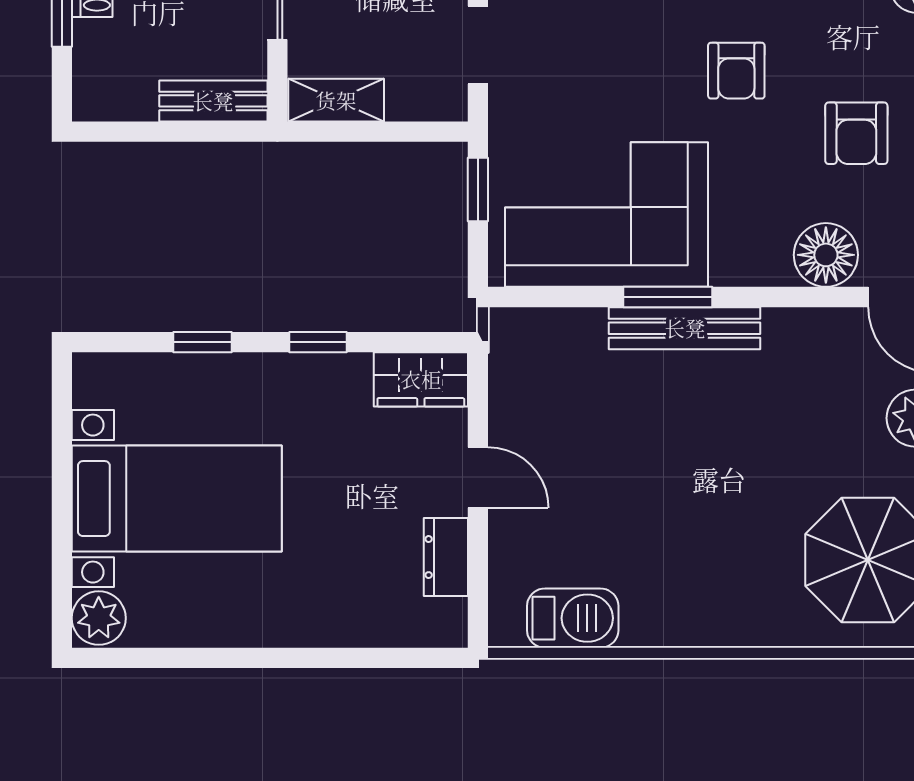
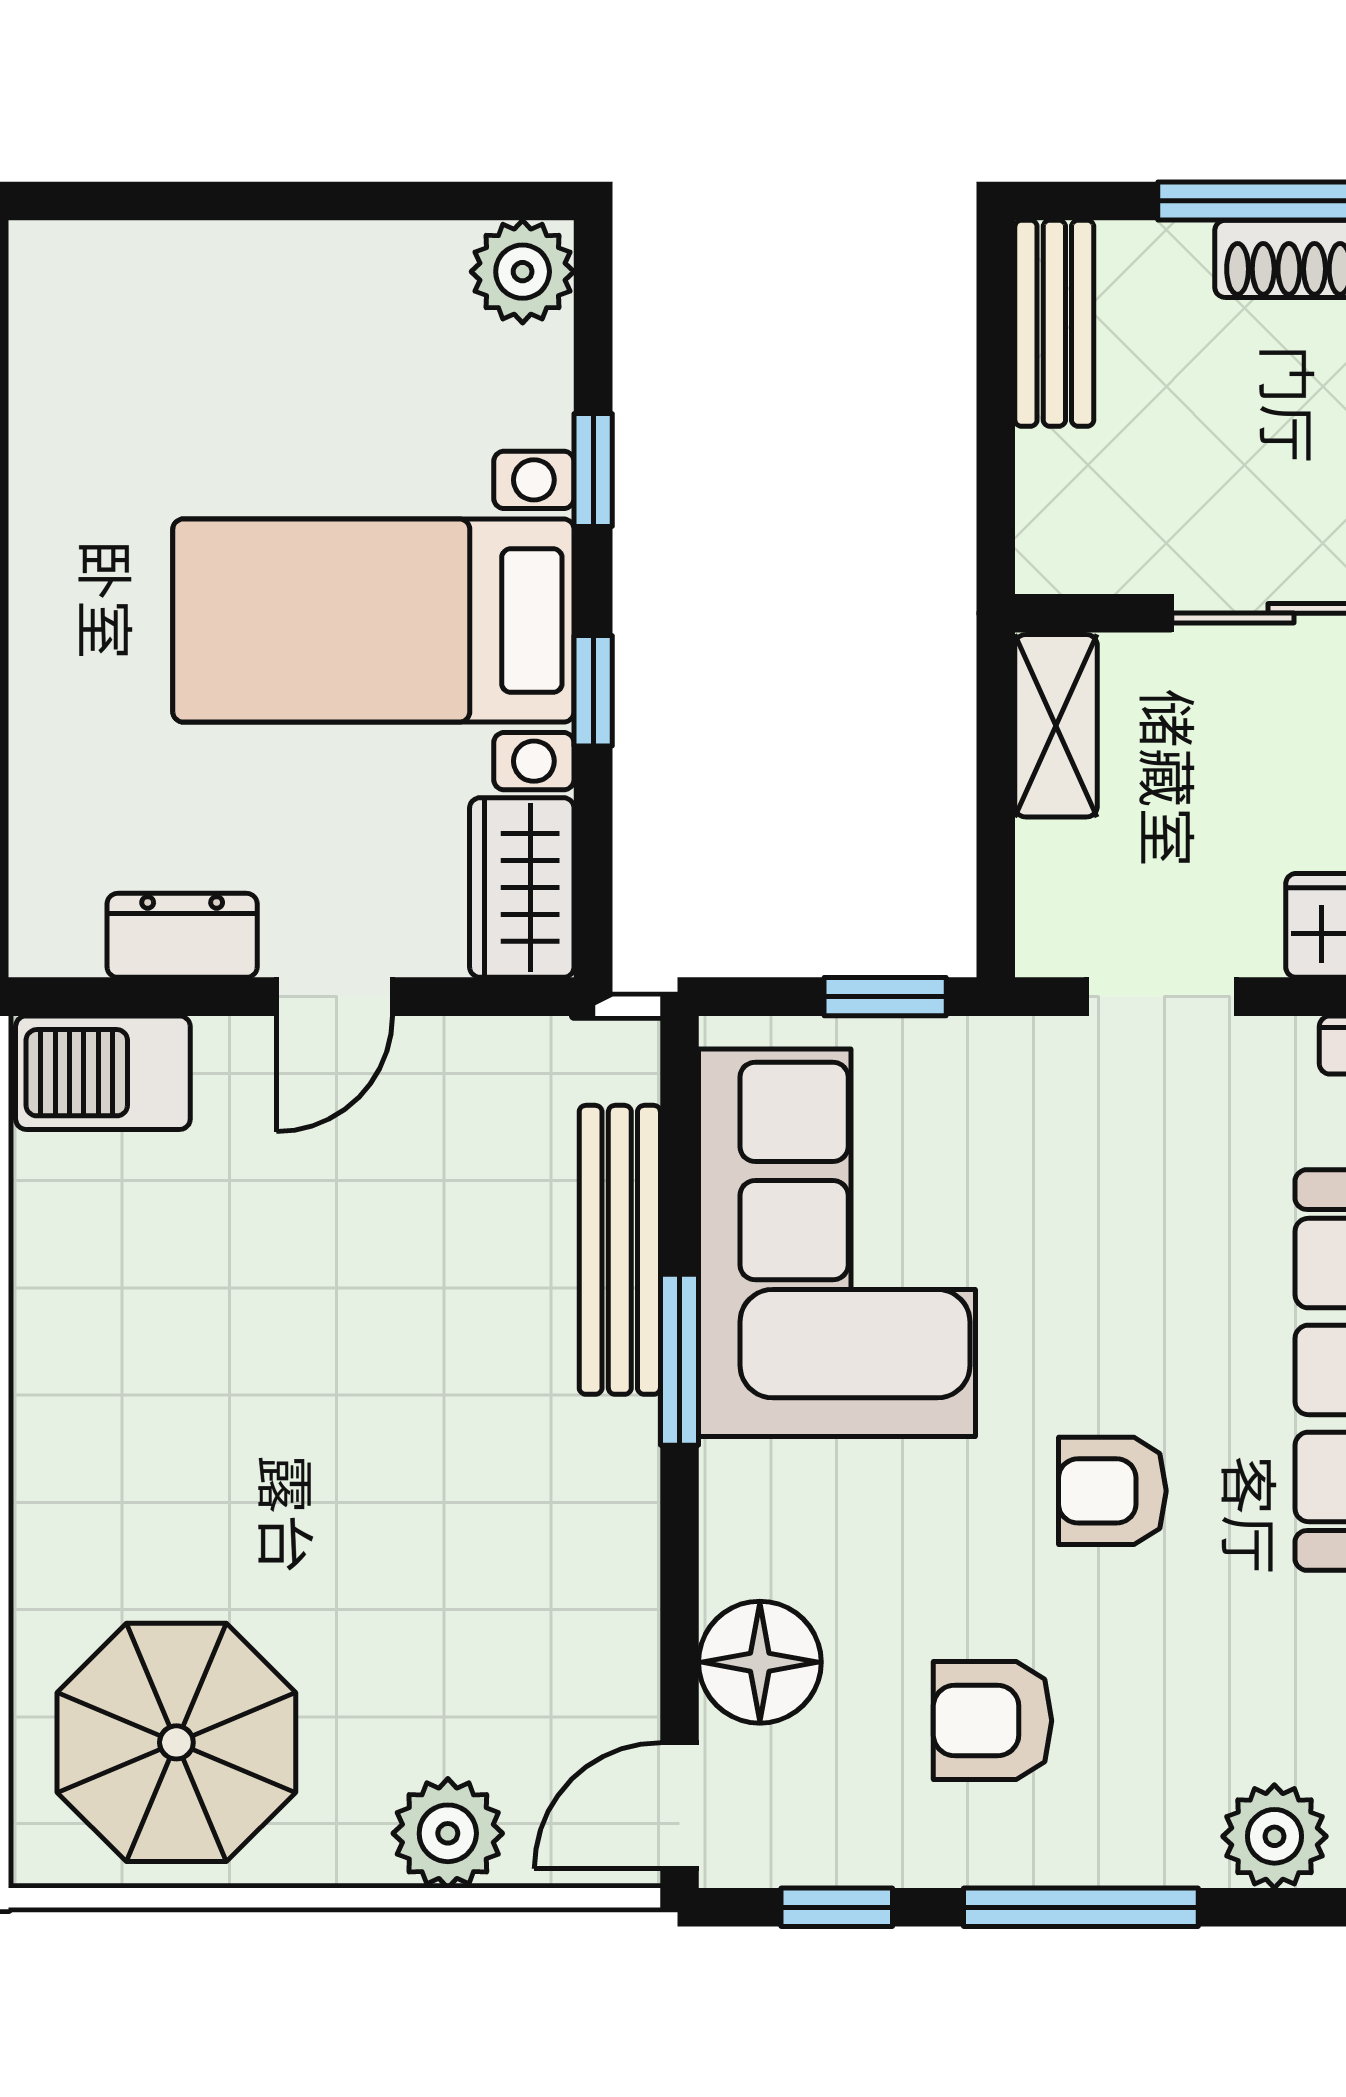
bench: (213, 101) -> (1054, 323), moved
bench: (685, 328) -> (620, 1250), moved
bed with nightstands: (177, 499) -> (373, 621), moved, turned 90
plant: (99, 618) -> (523, 272), moved
barbecue: (573, 618) -> (103, 1073), moved, turned 90

